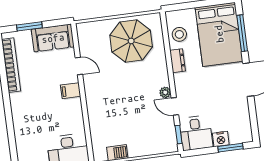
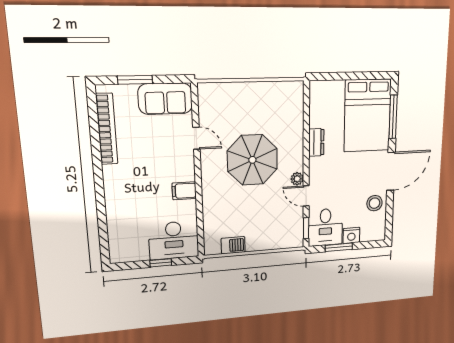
stool: (179, 34) -> (374, 203), moved
parasol: (131, 41) -> (252, 160), moved
filing cabinet: (71, 91) -> (184, 191), moved
window: (231, 148) -> (339, 247), moved

